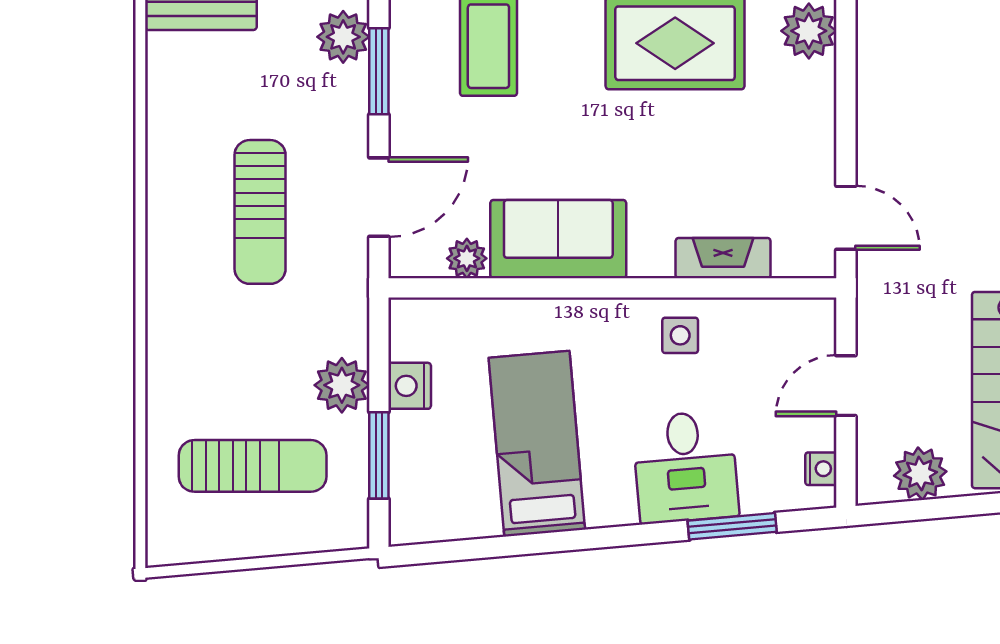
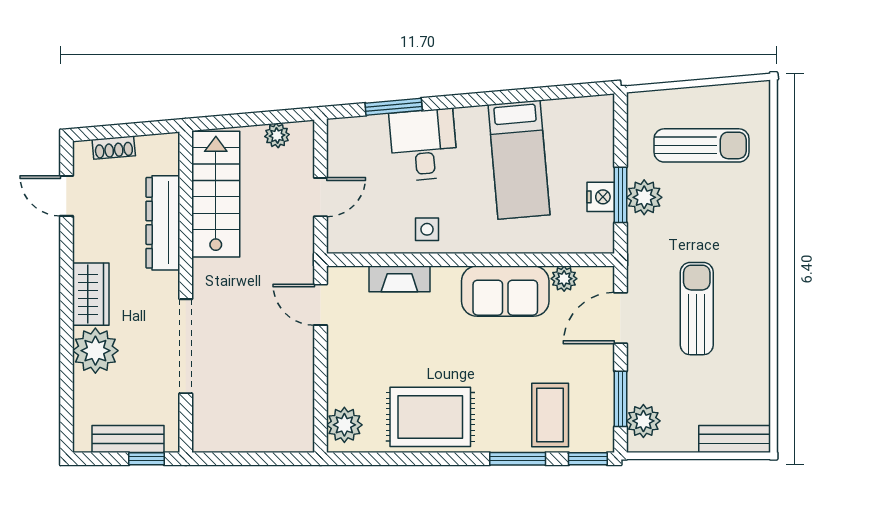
window: (379, 455) -> (620, 195), moved
sun lounger: (253, 466) -> (701, 145), turned 180
nightstand: (821, 469) -> (337, 144), removed
plant: (920, 474) -> (277, 135), width x0.73, depth x0.73

